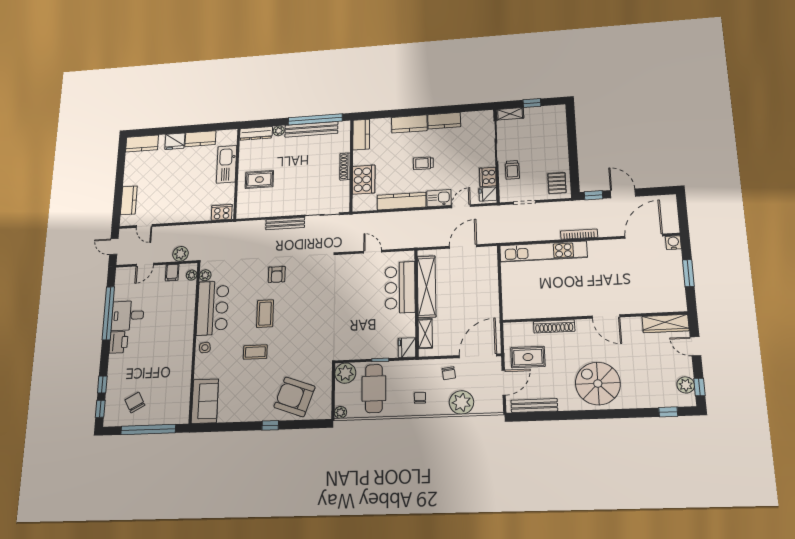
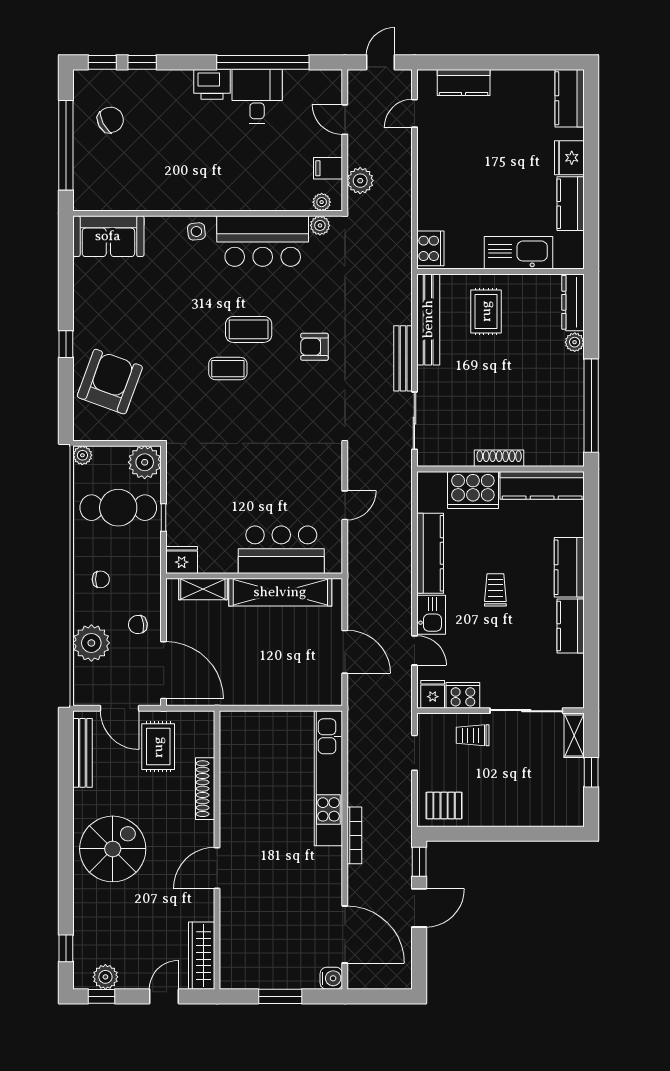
bench: (311, 129) -> (428, 319), moved
kitchen counter: (361, 135) -> (542, 485), width x1.50
coffee table: (255, 352) -> (228, 369), moved, turned 90

